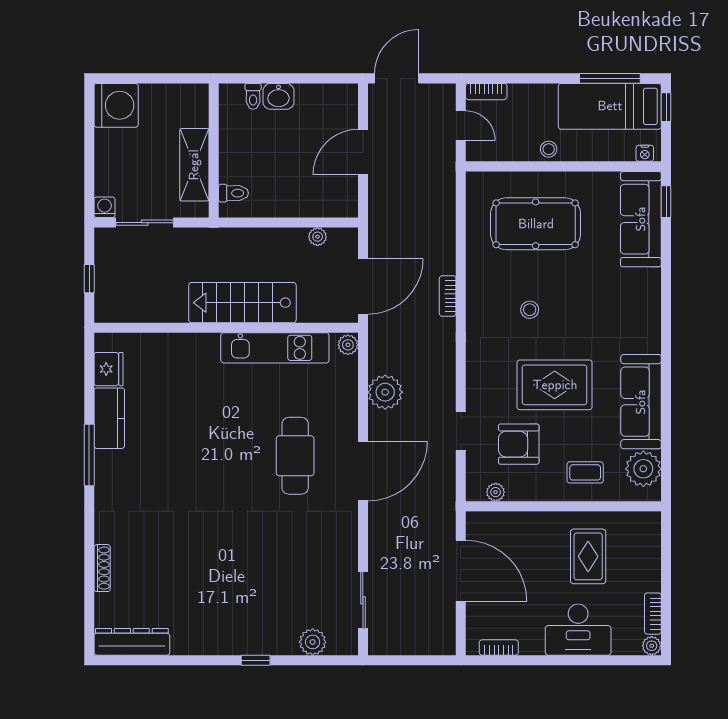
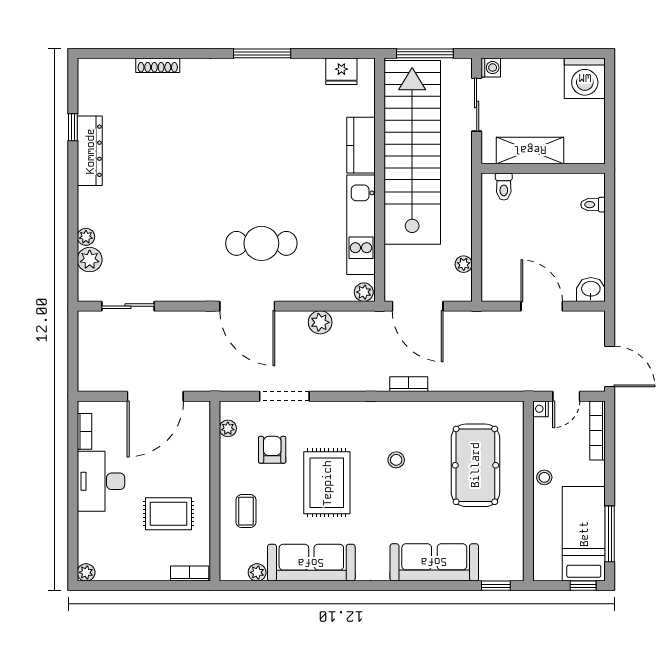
door: (397, 78) -> (610, 367), moved
bookcase: (486, 92) -> (598, 430), width x1.56
washbasin: (278, 96) -> (591, 289), moved, turned 90
nightstand: (645, 153) -> (540, 409), moved
sofa: (641, 219) -> (434, 562), moved
window: (89, 279) -> (425, 53), width x2.17
stairs: (242, 303) -> (412, 152), width x1.86, depth x1.51
plant: (385, 392) -> (320, 322), width x0.73, depth x0.73
kitchen counter: (109, 418) -> (361, 145), moved, turned 90
doorway: (461, 431) -> (284, 396), width x1.38
armchair: (519, 444) -> (272, 450), width x0.72, depth x0.72
plant: (643, 469) -> (257, 572), width x0.53, depth x0.53
bookcase: (653, 614) -> (190, 574), moved
desk: (578, 630) -> (101, 481), moved
dresser: (132, 642) -> (90, 151), moved
plant: (288, 646) -> (86, 237), added
window: (256, 660) -> (73, 127), moved

